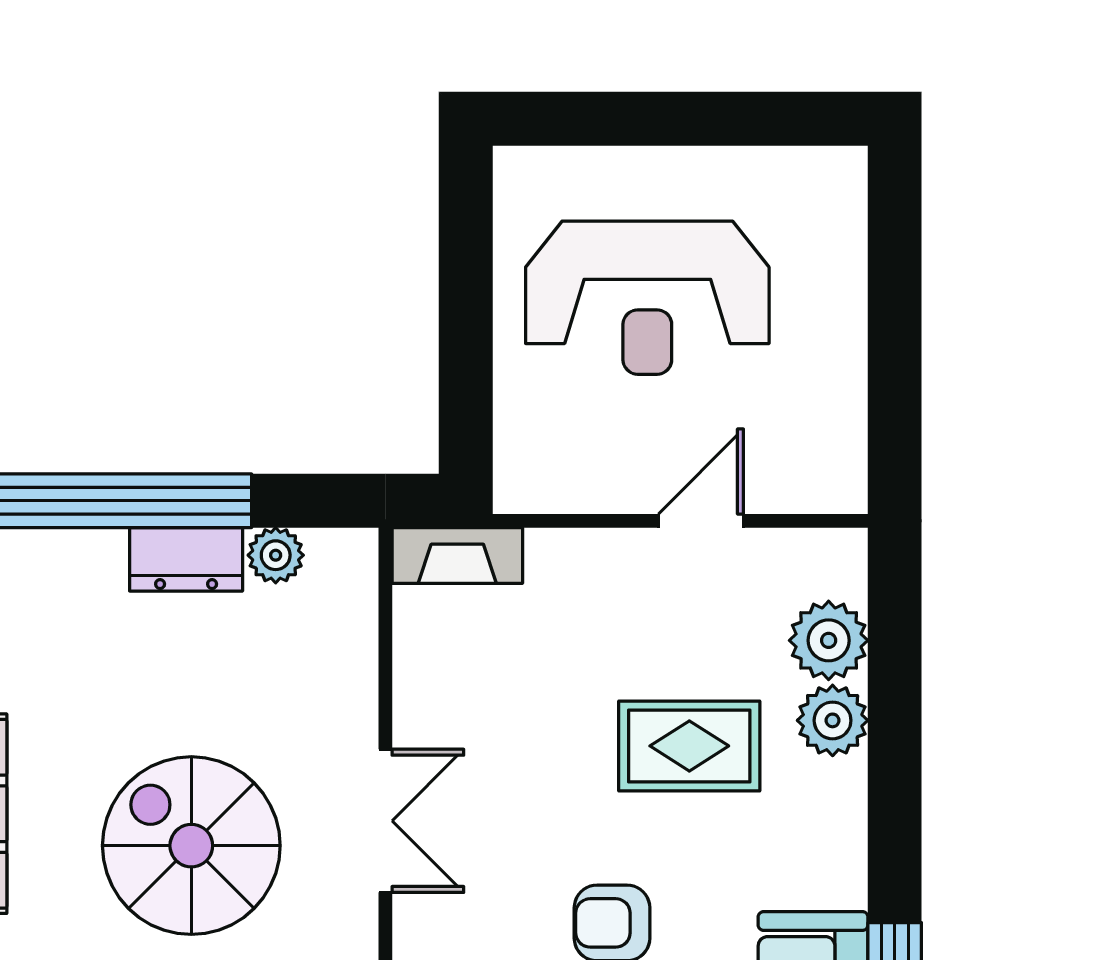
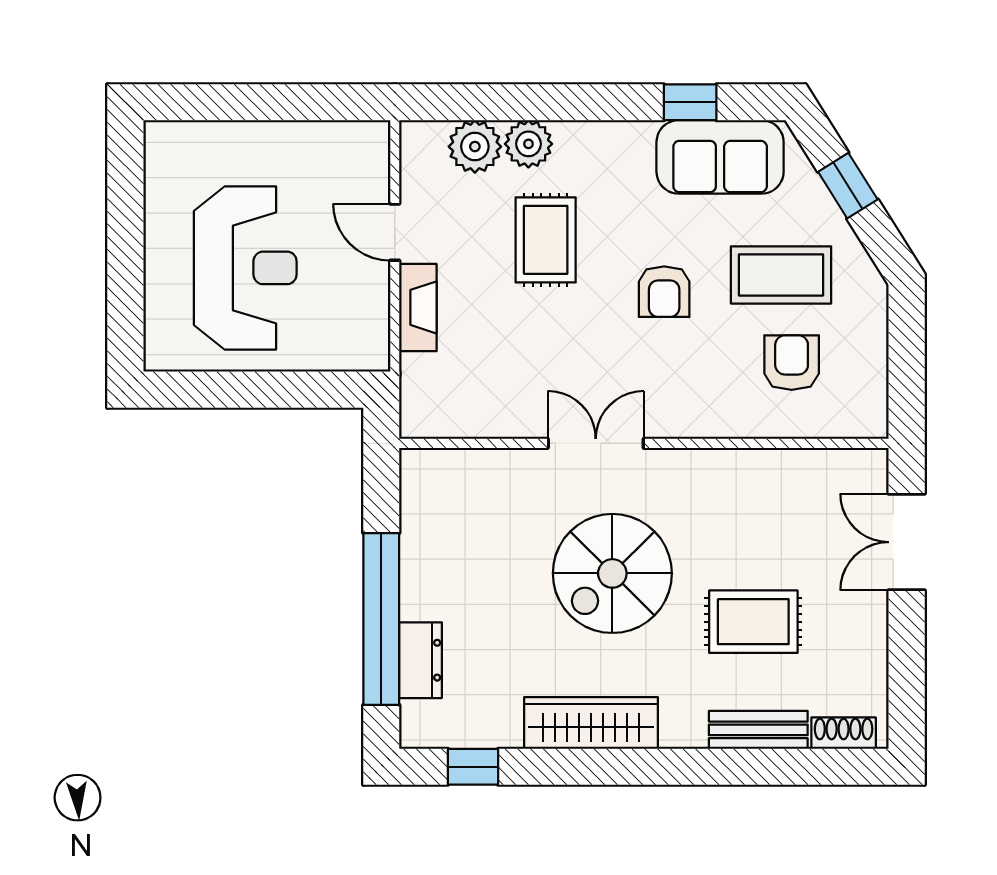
plant: (276, 555) -> (418, 517), removed
fireplace: (457, 555) -> (418, 307), moved
dresser: (186, 559) -> (421, 660), moved

